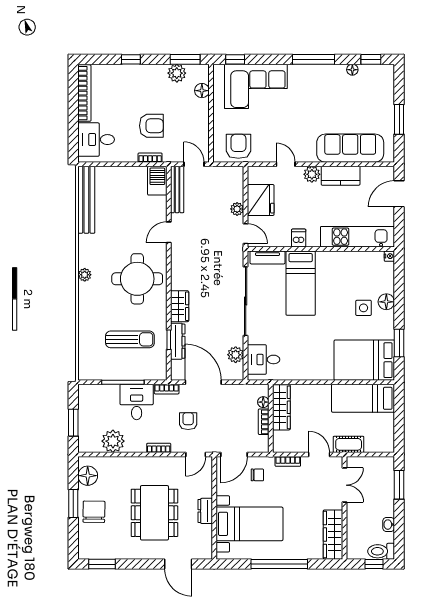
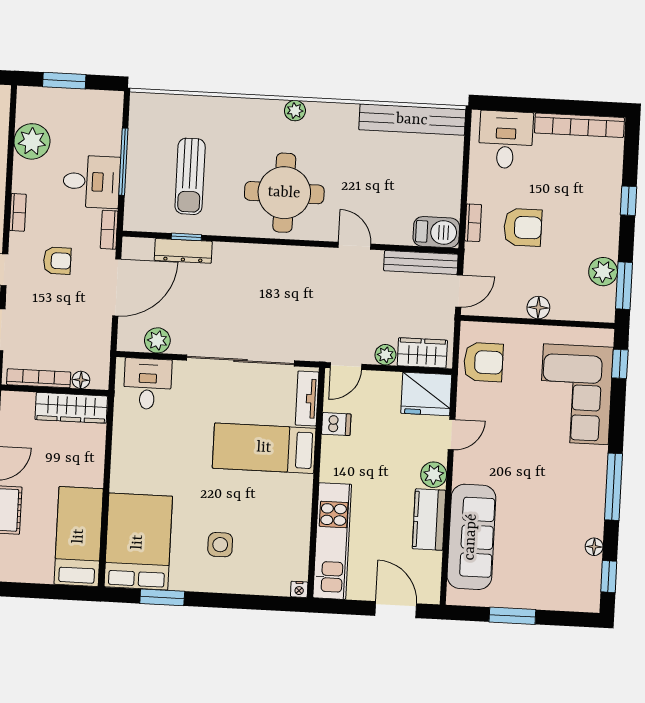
floor lamp: (202, 91) -> (538, 308), moved
armchair: (151, 126) -> (523, 227), turned -90
fridge: (261, 200) -> (426, 394), moved
dishwasher: (299, 238) -> (336, 424), moved
floor lamp: (386, 302) -> (228, 581), removed
wardrobe: (180, 306) -> (422, 353), moved, turned 180
bookcase: (264, 422) -> (39, 378), width x1.56

